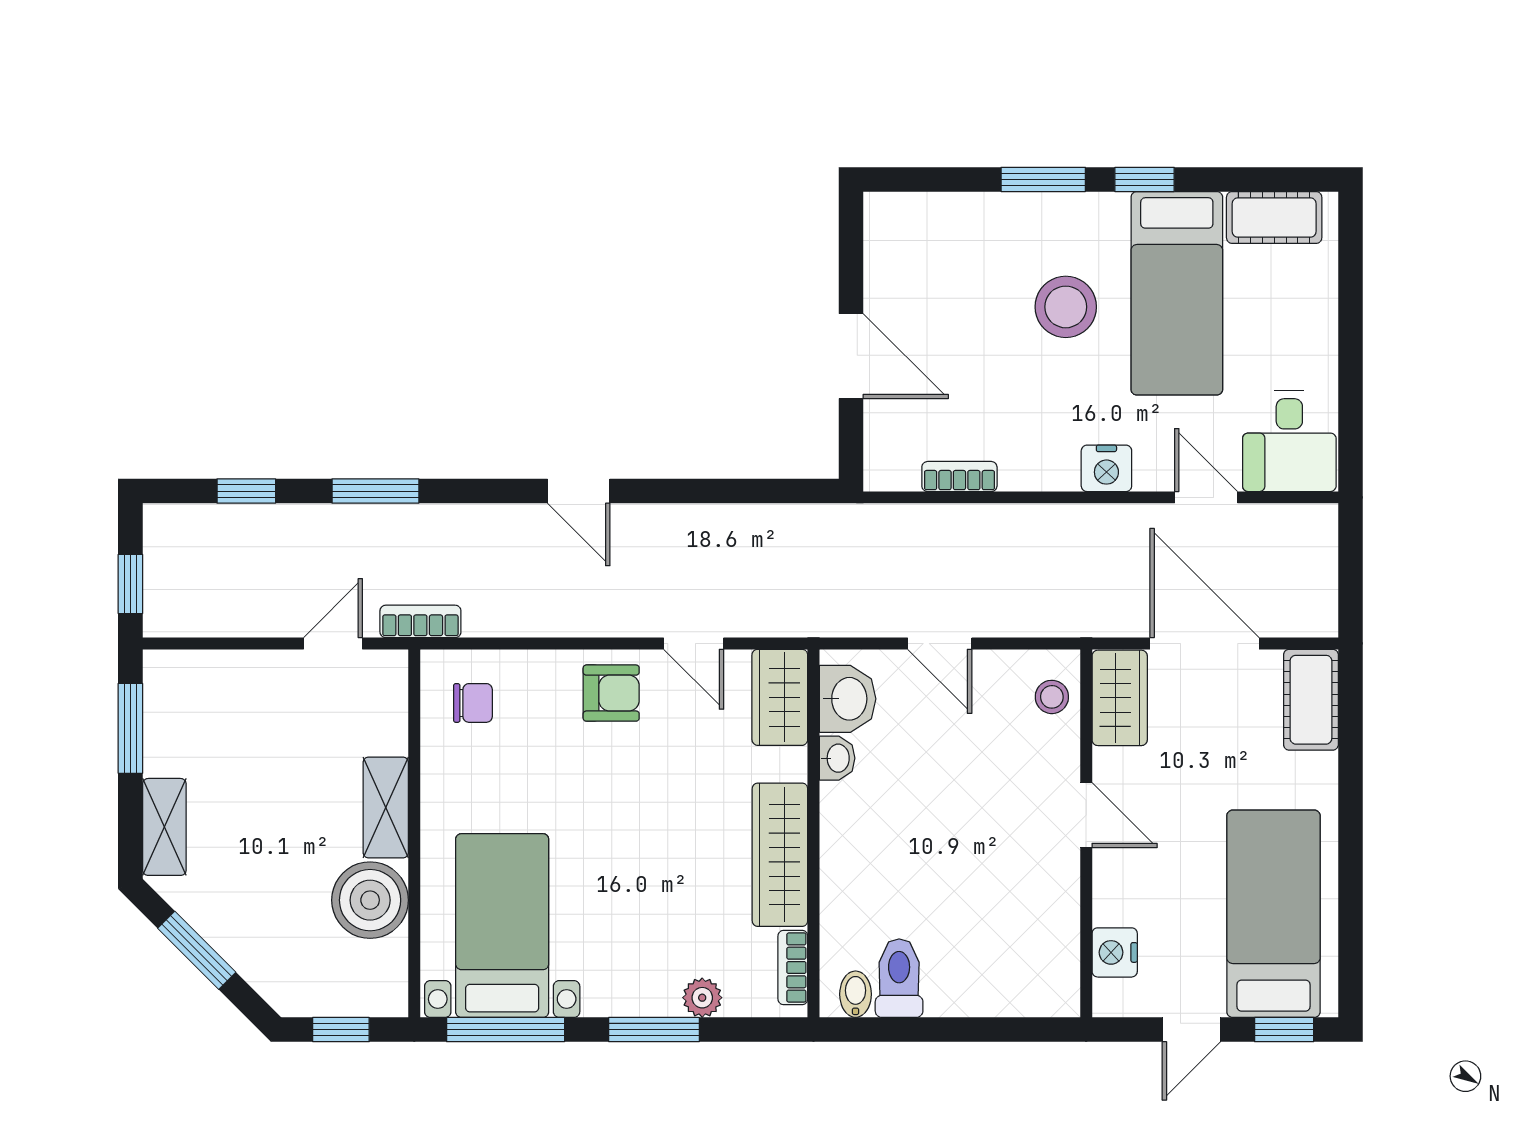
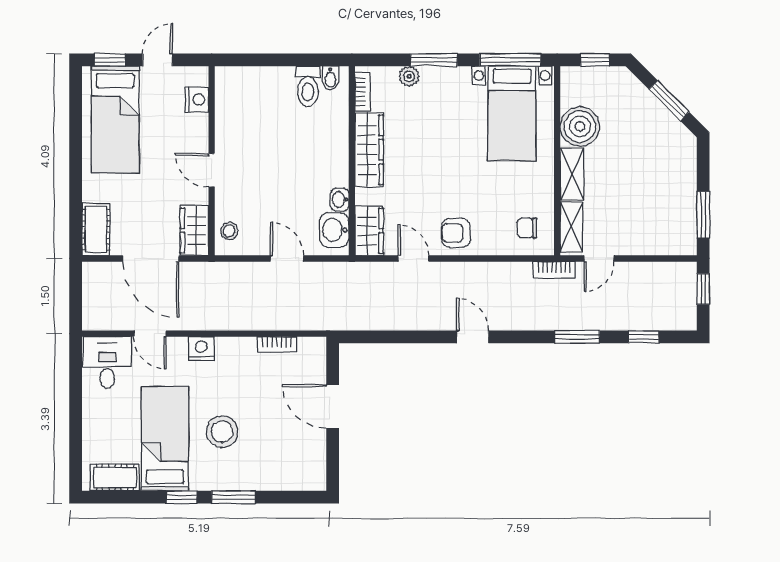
shelving: (164, 827) -> (571, 227), moved

